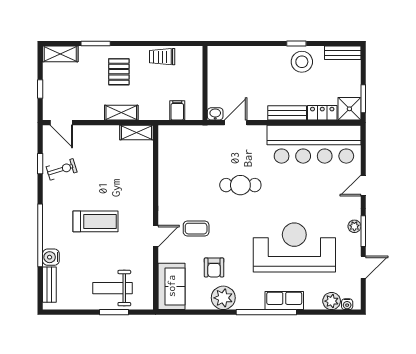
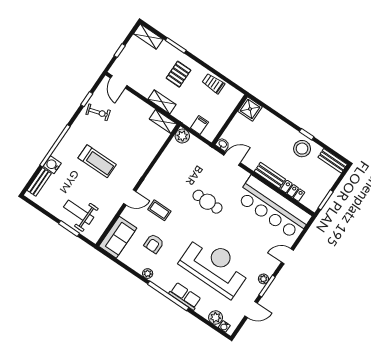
shower: (349, 109) -> (250, 109), moved
plant: (167, 134) -> (182, 136), added
plant: (223, 298) -> (148, 274), width x0.53, depth x0.53

